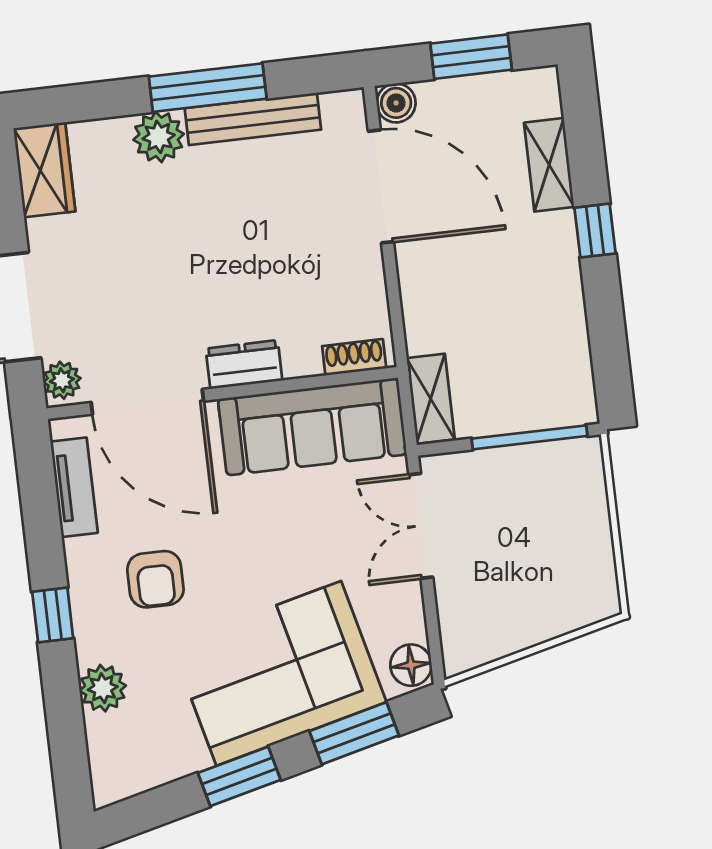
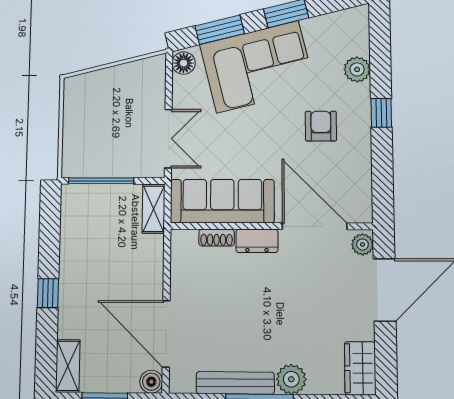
shelving: (549, 165) -> (68, 366), moved
shoe rack: (354, 357) -> (217, 238), moved
tv unit: (74, 487) -> (362, 183), removed

